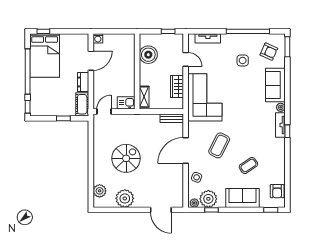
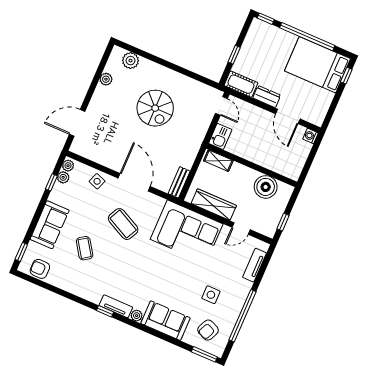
wardrobe: (177, 86) -> (214, 205), width x1.50
plant: (125, 198) -> (106, 79), width x0.53, depth x0.53
plant: (208, 199) -> (63, 177), width x0.53, depth x0.53

